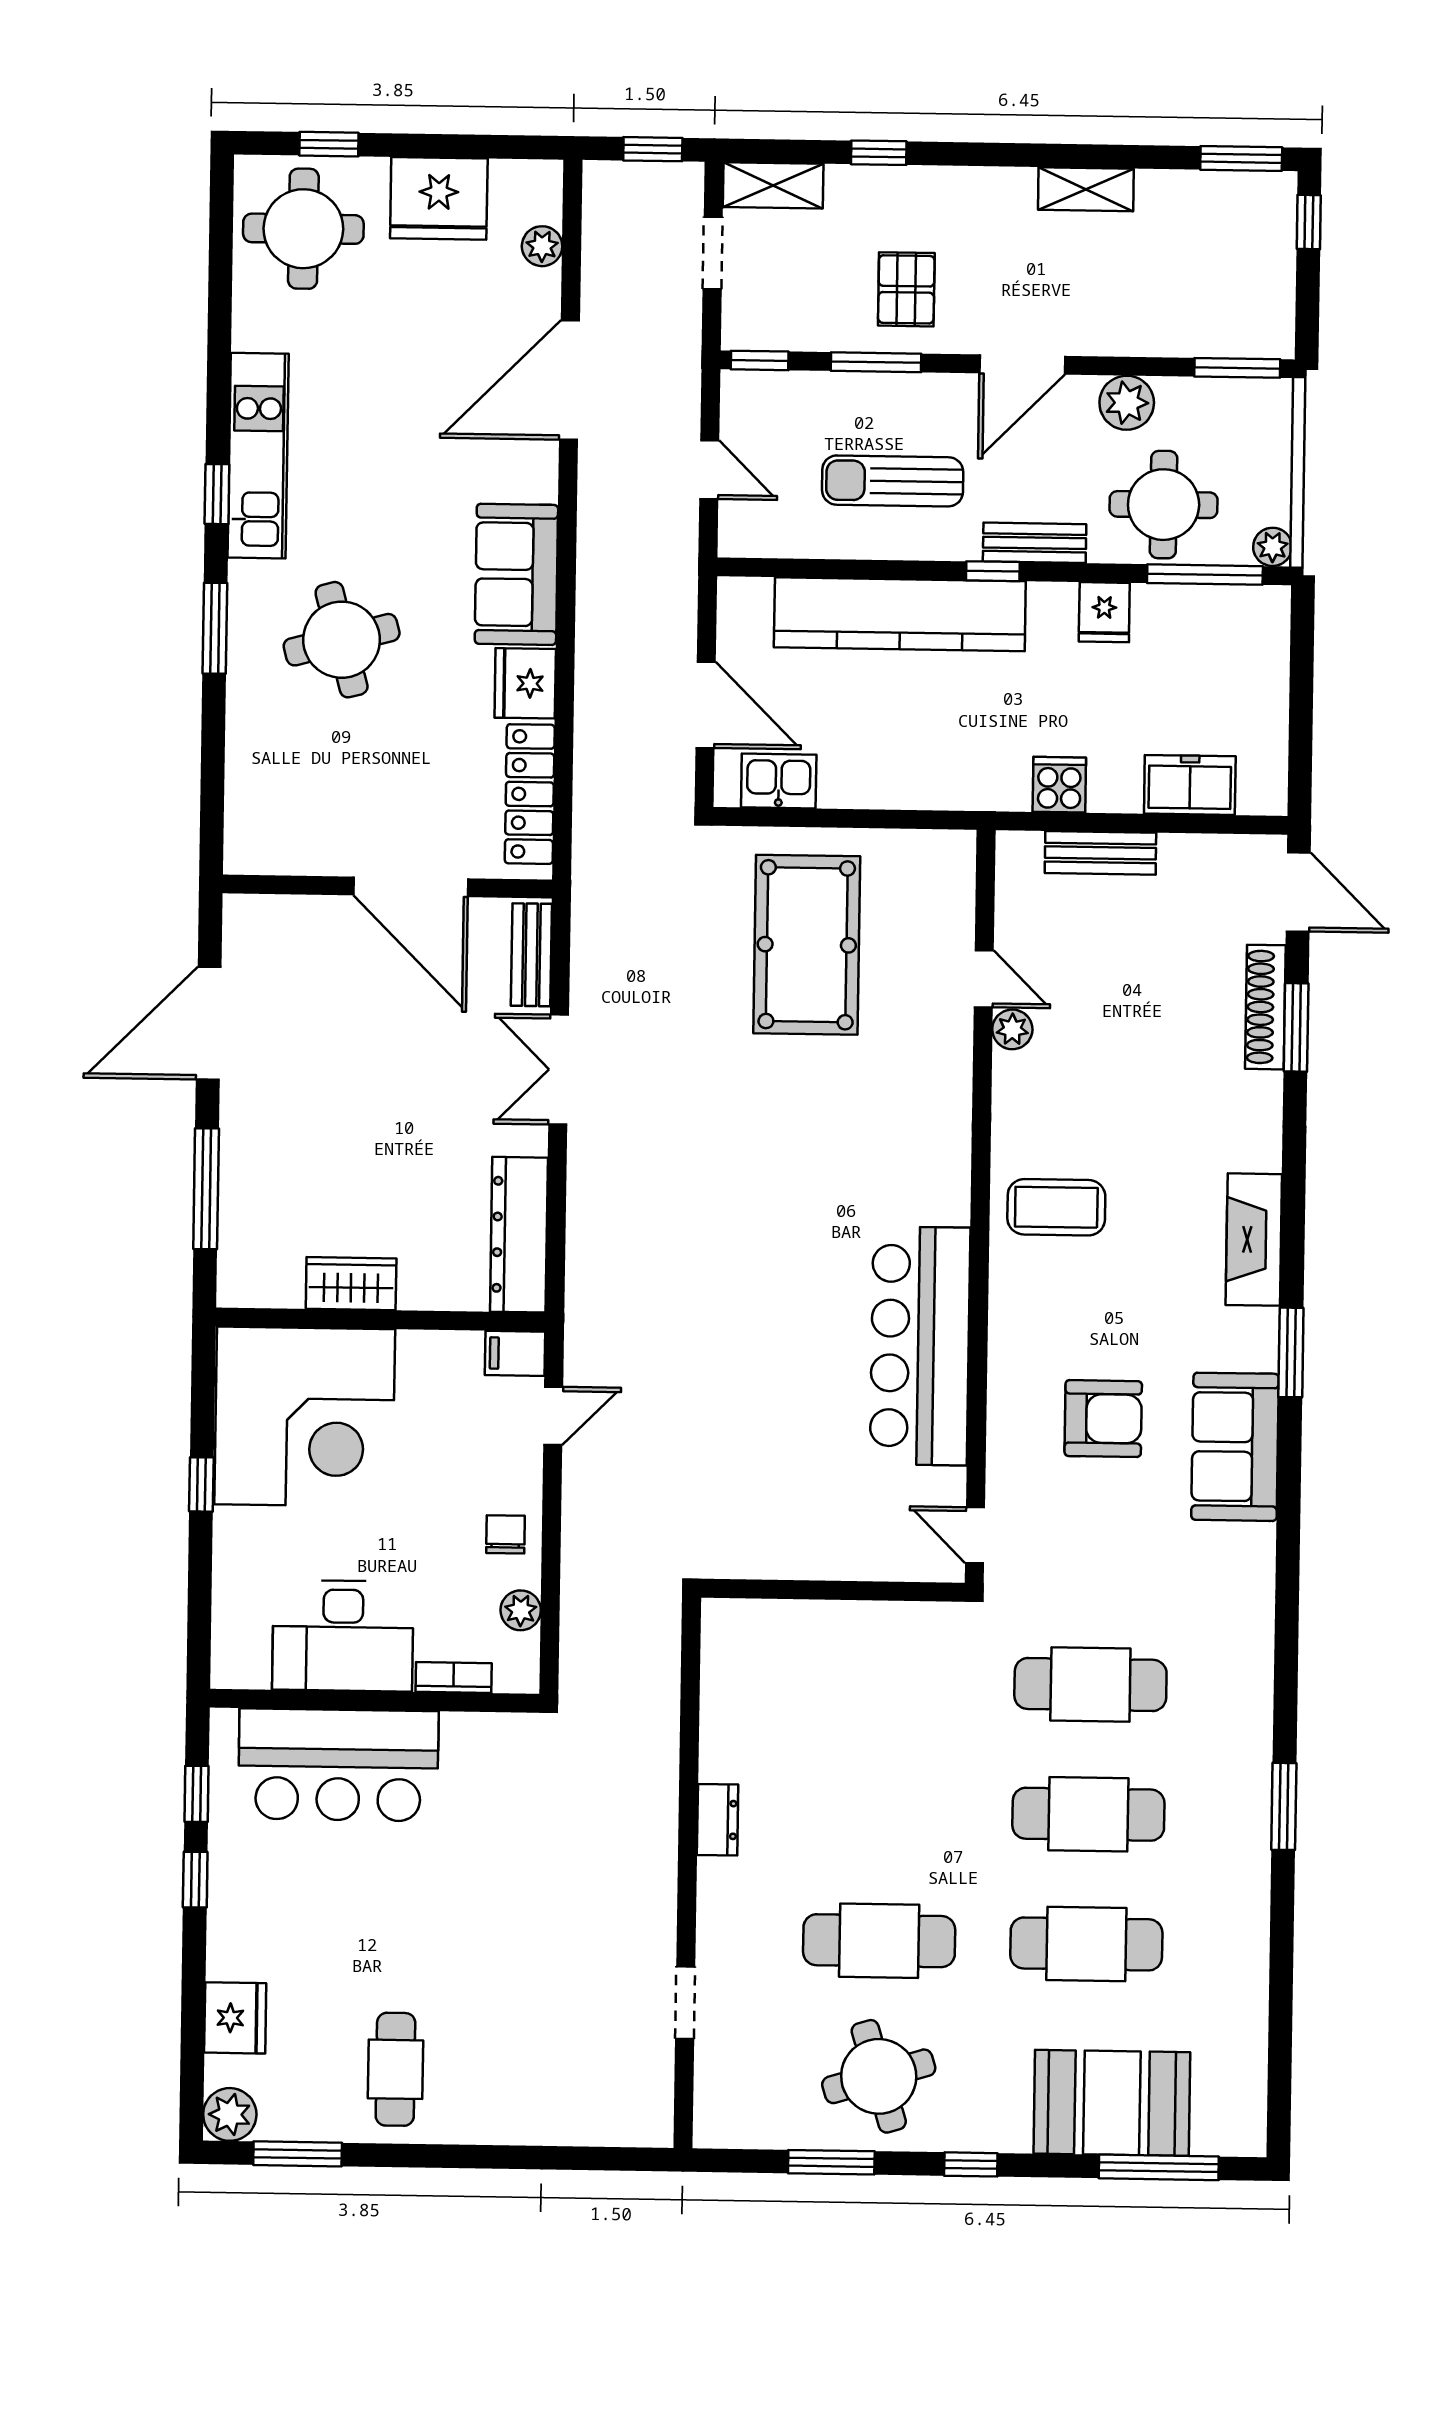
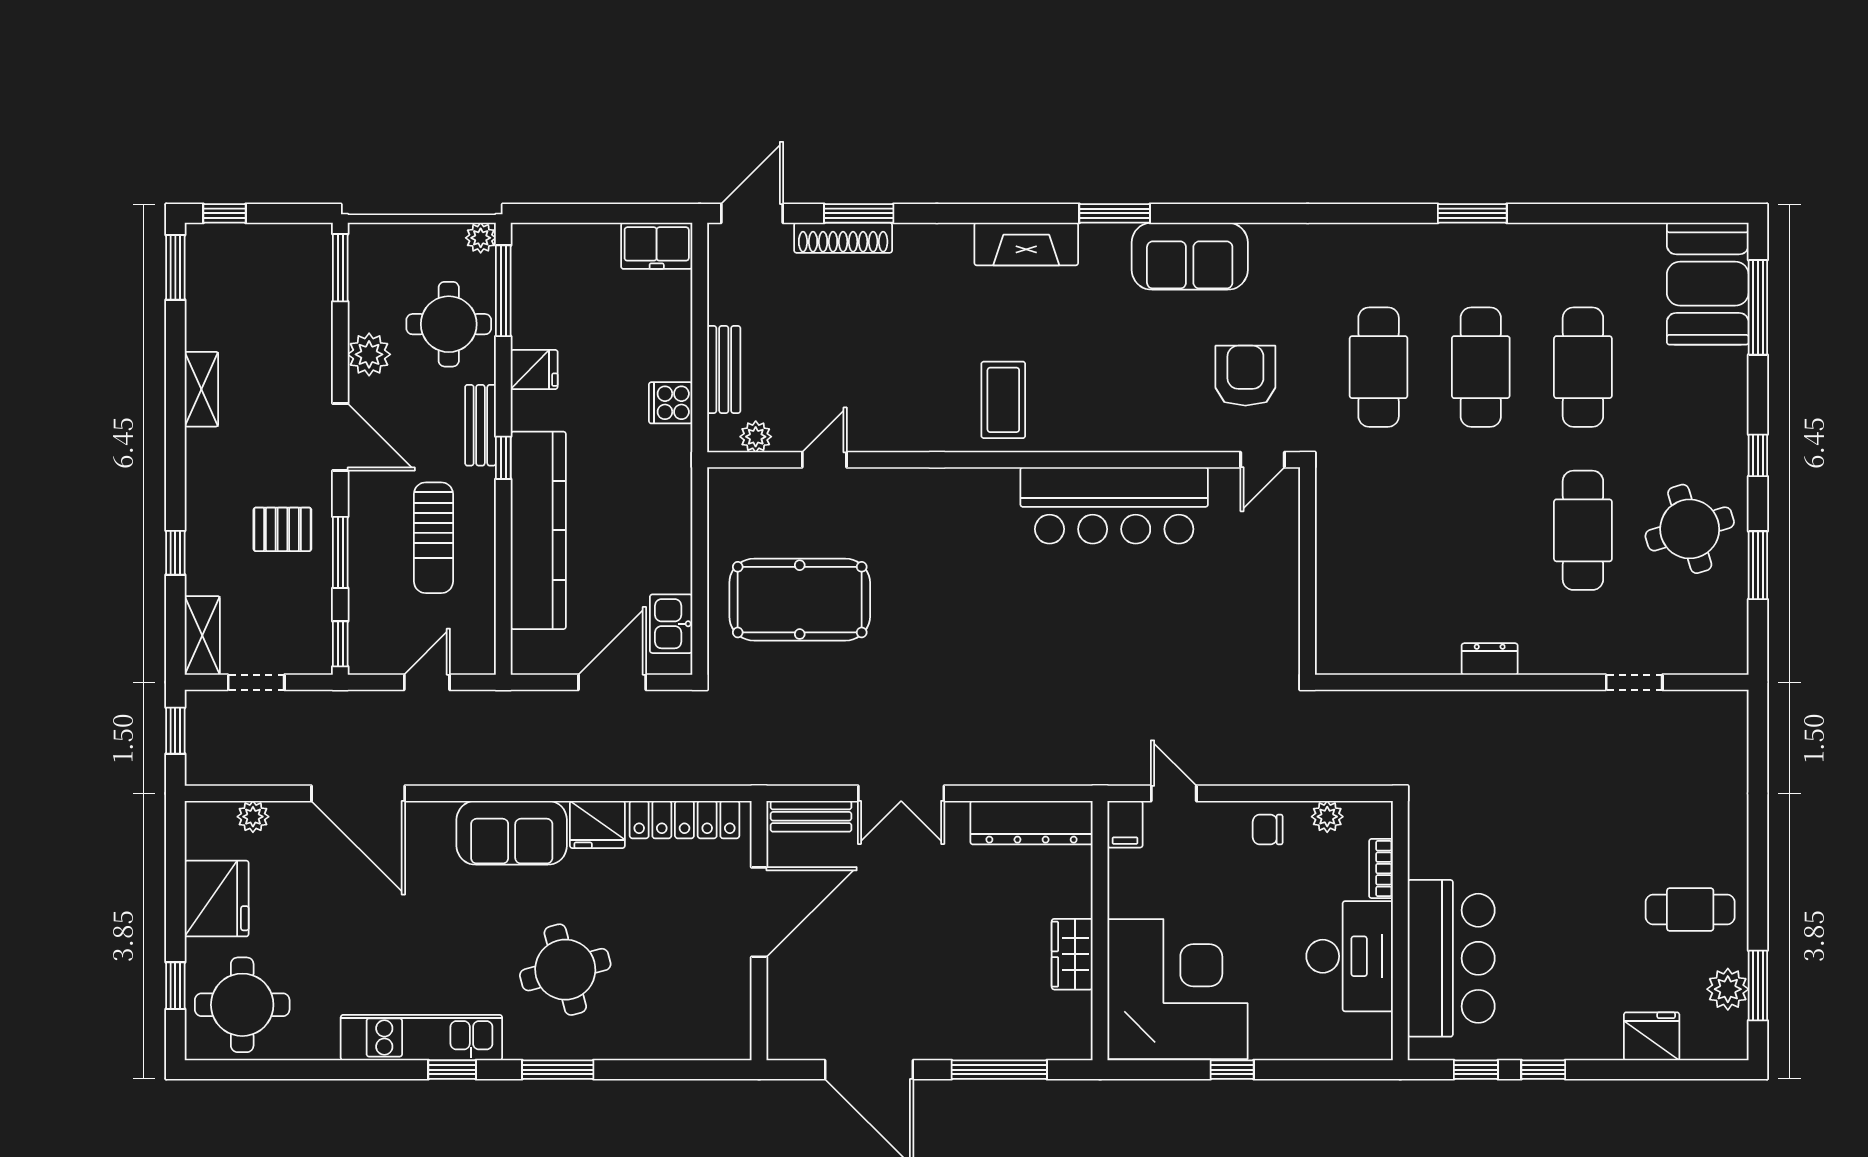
freezer: (1190, 785) -> (657, 246), moved, turned -90
plant: (1012, 1029) -> (756, 437), moved
armchair: (1103, 1419) -> (1245, 376), moved
booth: (1112, 2103) -> (1708, 284), moved
plant: (230, 2114) -> (1728, 989), moved

